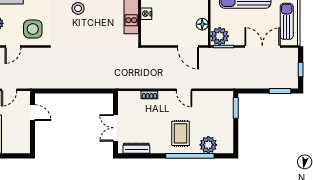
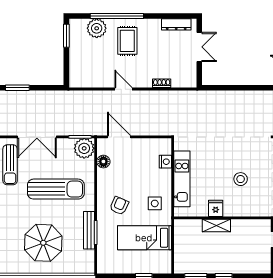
nightstand: (146, 14) -> (165, 162), moved
window: (236, 108) -> (66, 36), moved

